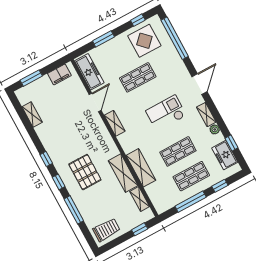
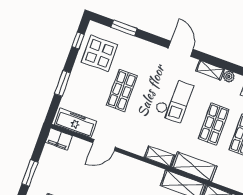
window: (175, 38) -> (124, 28), width x0.47
filing cabinet: (59, 74) -> (59, 139), moved, turned 90
door: (95, 102) -> (104, 145), swing flipped
checkout: (166, 113) -> (174, 100), turned 180
shelving: (115, 123) -> (160, 156), moved

